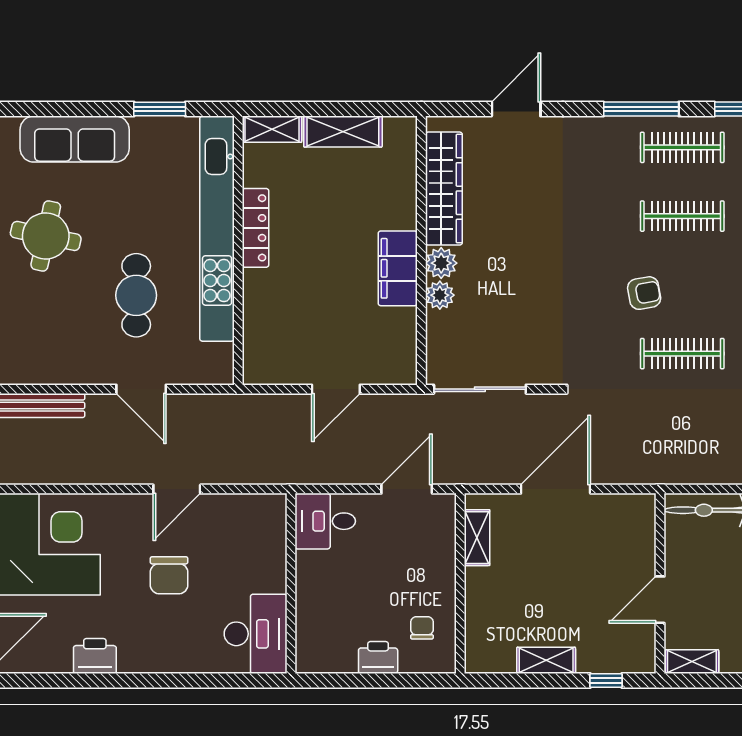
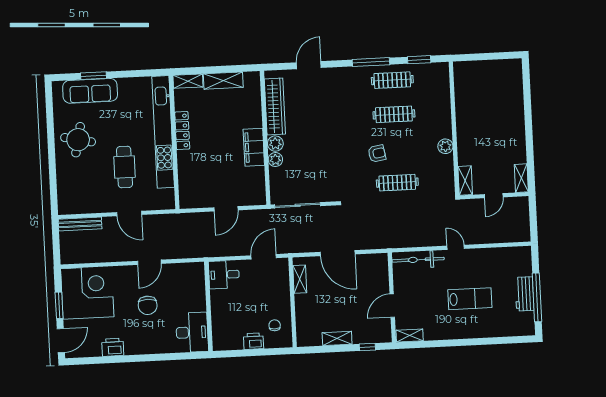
window: (160, 109) -> (94, 76), moved
door: (556, 489) -> (338, 253), swing flipped

